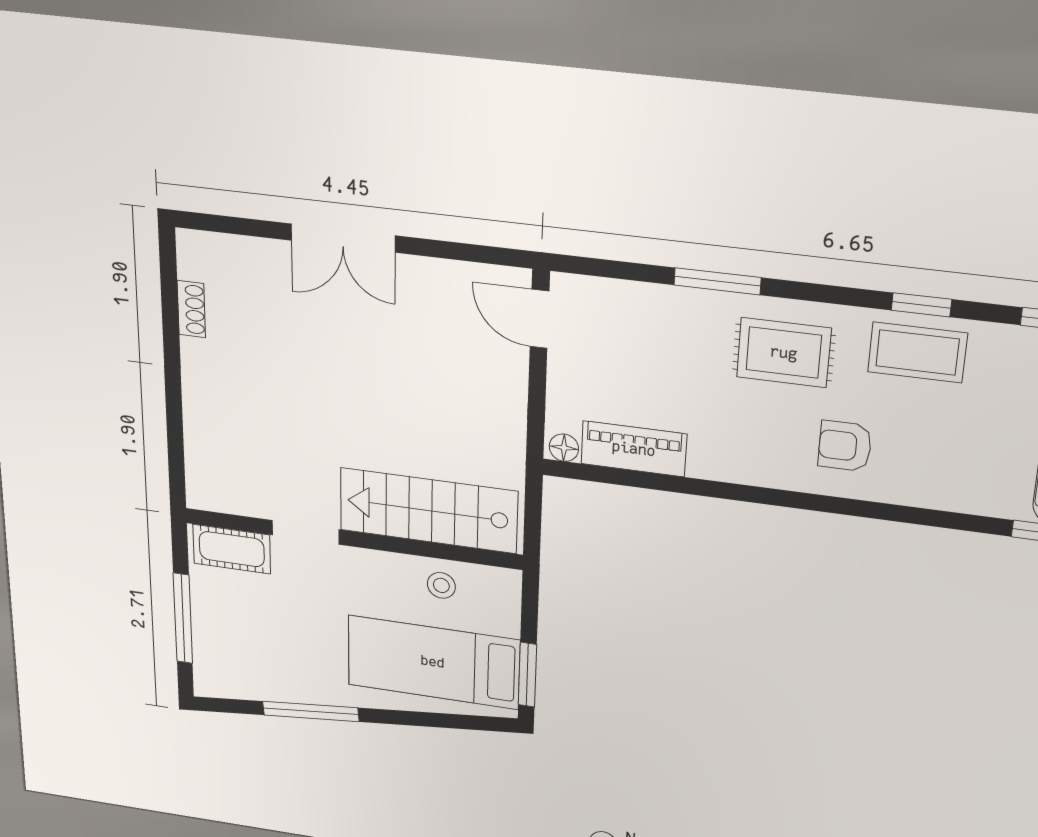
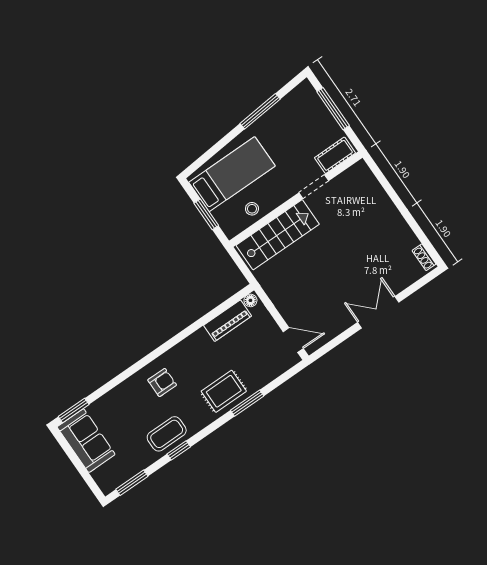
shoe rack: (191, 309) -> (424, 257), moved
rug: (784, 353) -> (224, 391), moved
window: (527, 675) -> (206, 214), moved

